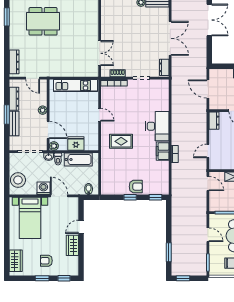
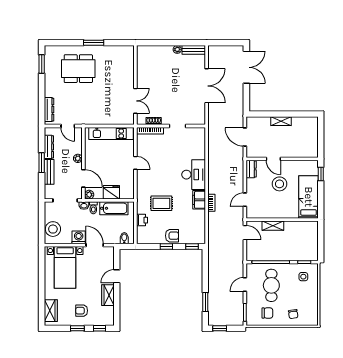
dresser: (164, 67) -> (201, 115), removed
rug: (121, 141) -> (161, 203), moved
printer: (106, 171) -> (142, 220), added
door: (208, 235) -> (245, 284), swing flipped

